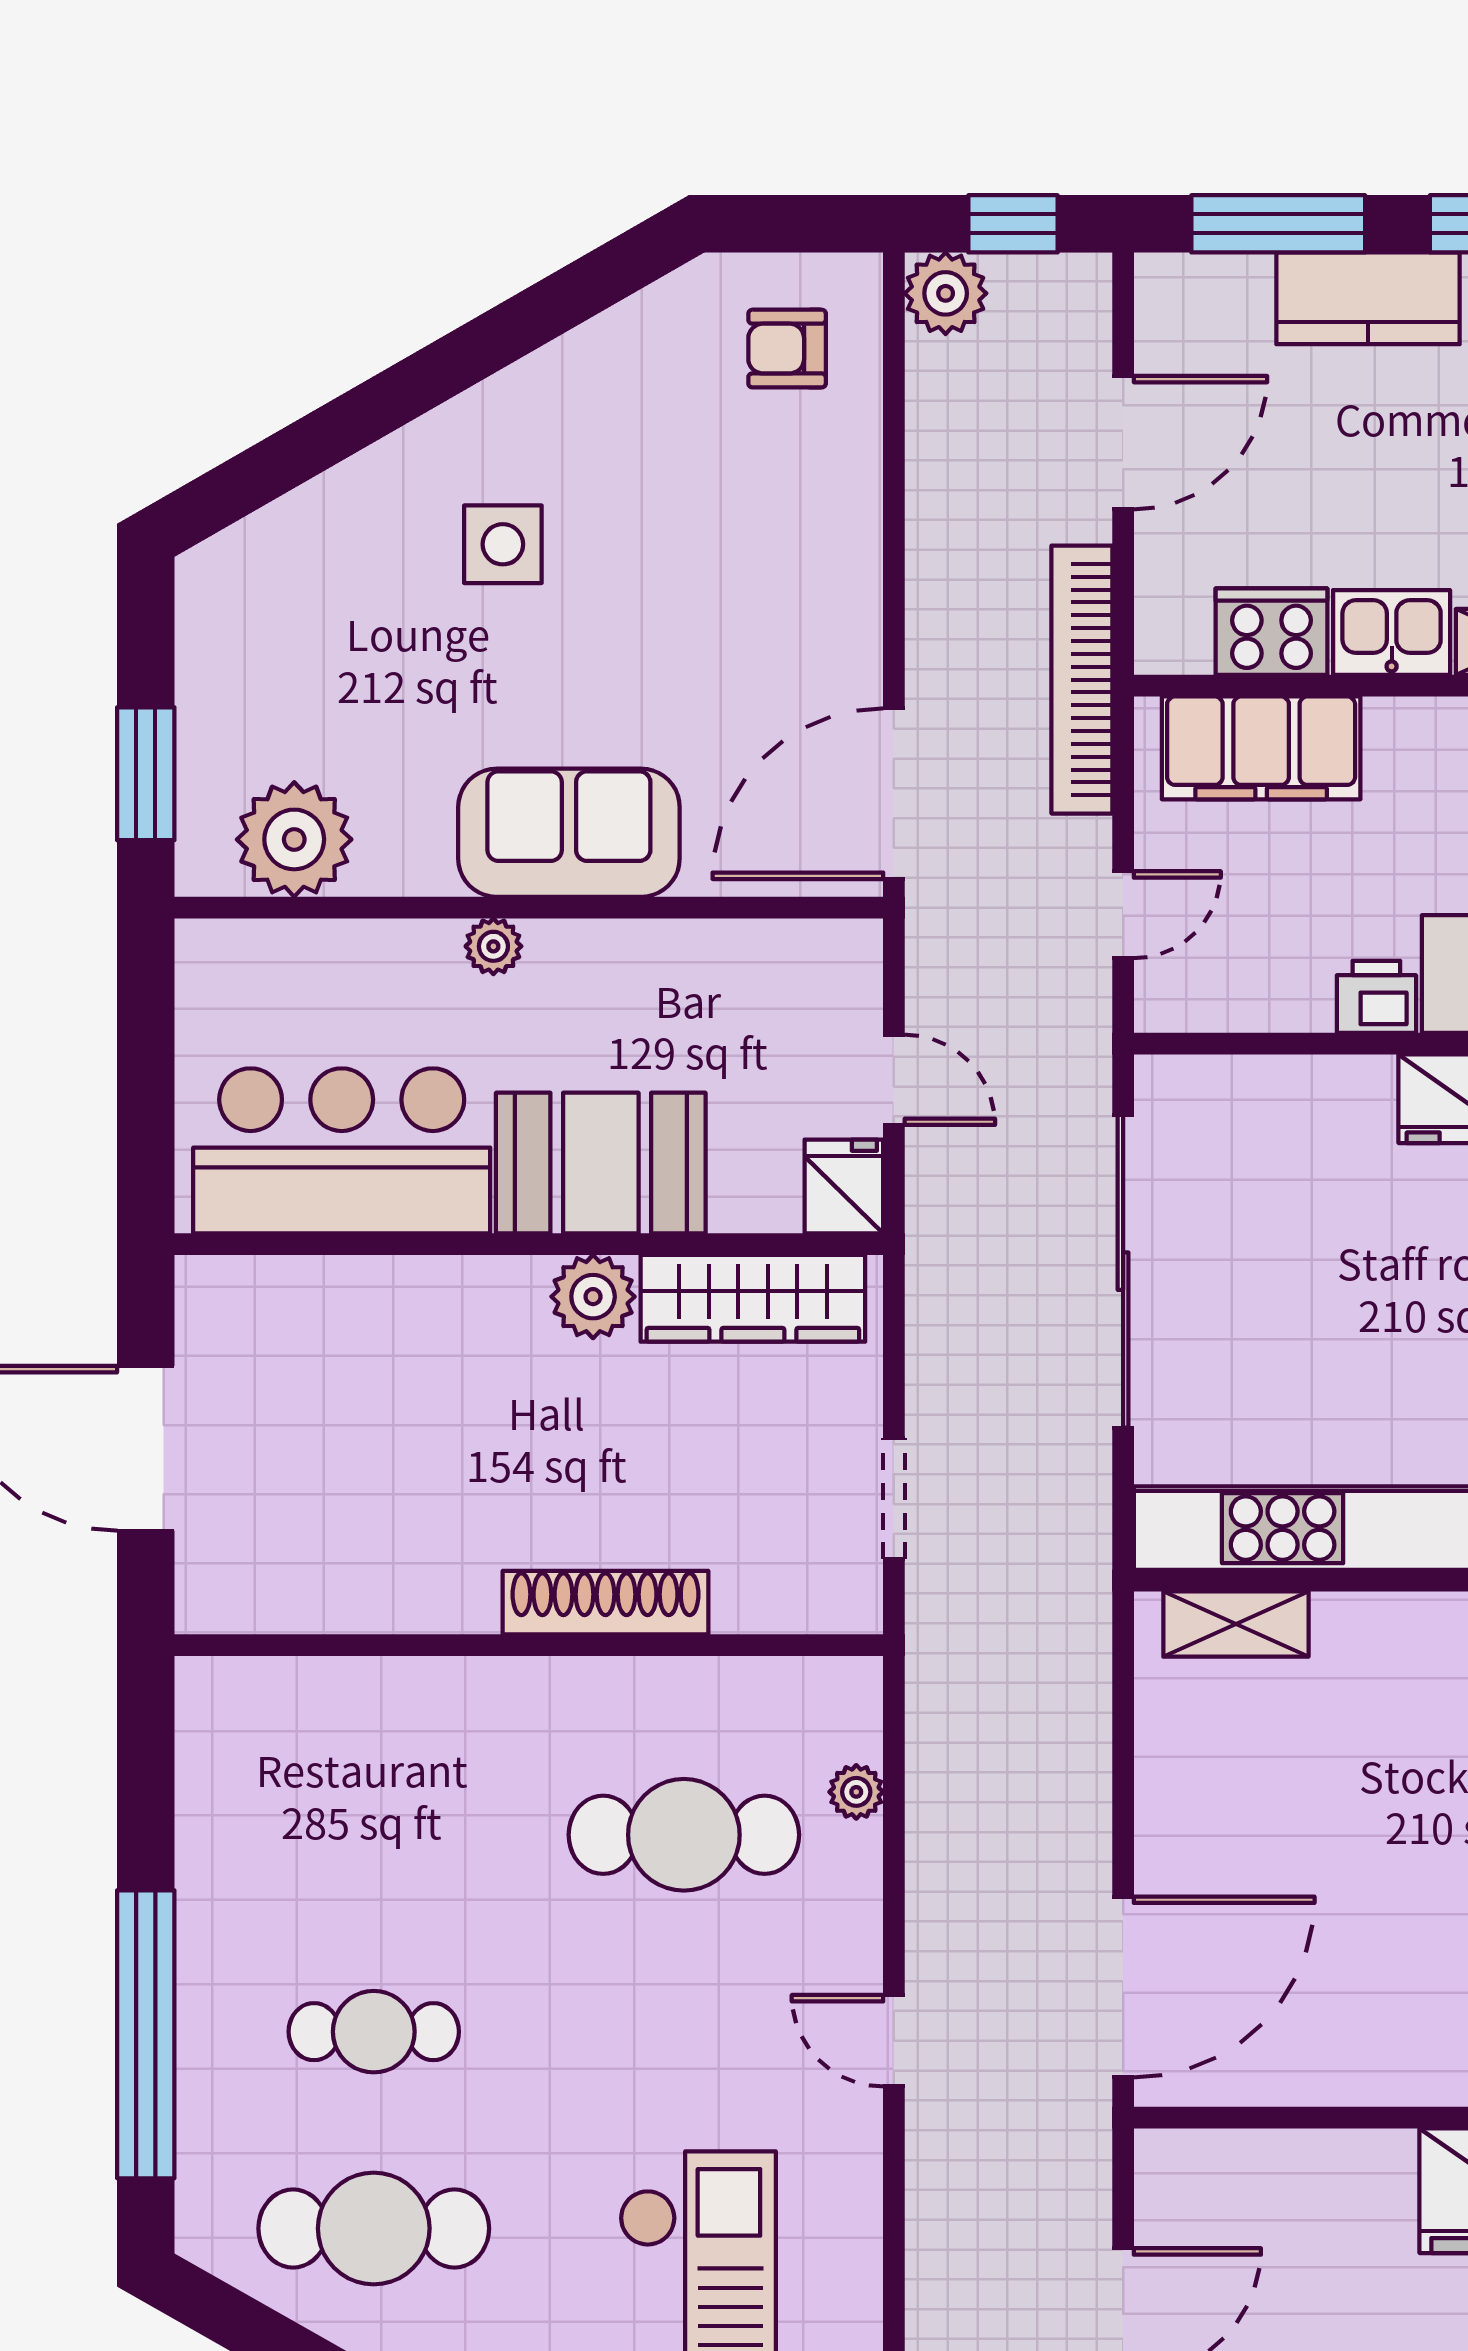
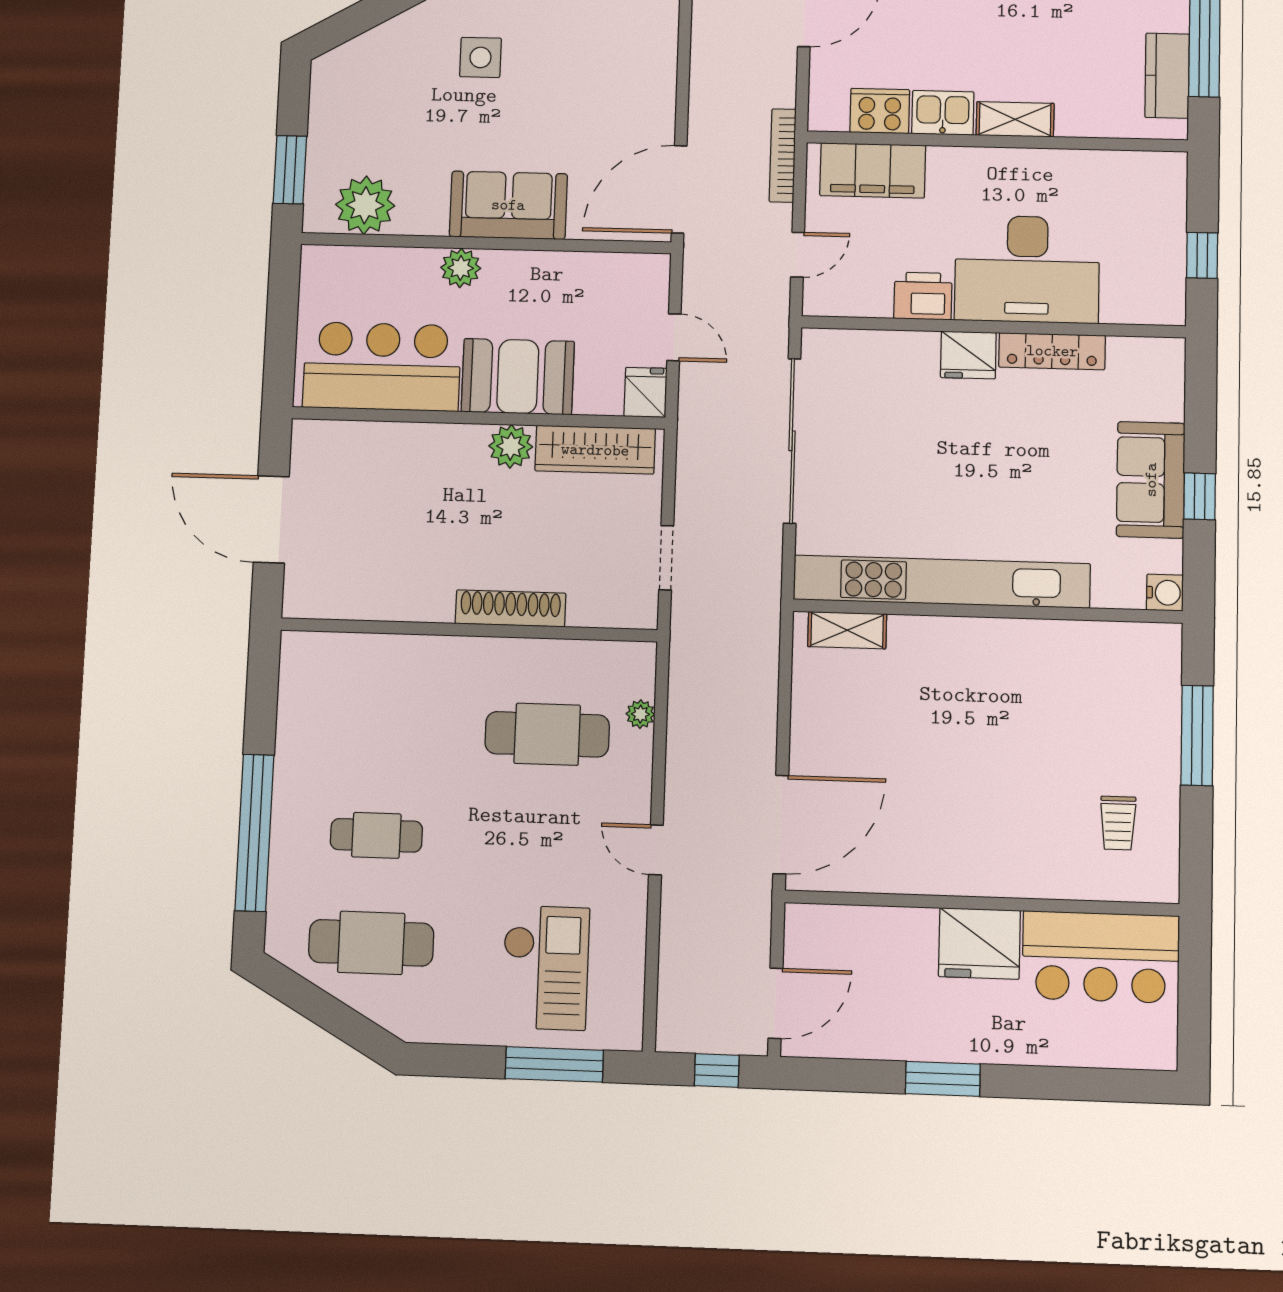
bookcase: (1082, 680) -> (783, 156), width x0.68, depth x0.76
plant: (493, 946) -> (461, 268), width x1.38, depth x1.38
printer: (1376, 997) -> (923, 296), width x1.36, depth x1.24

